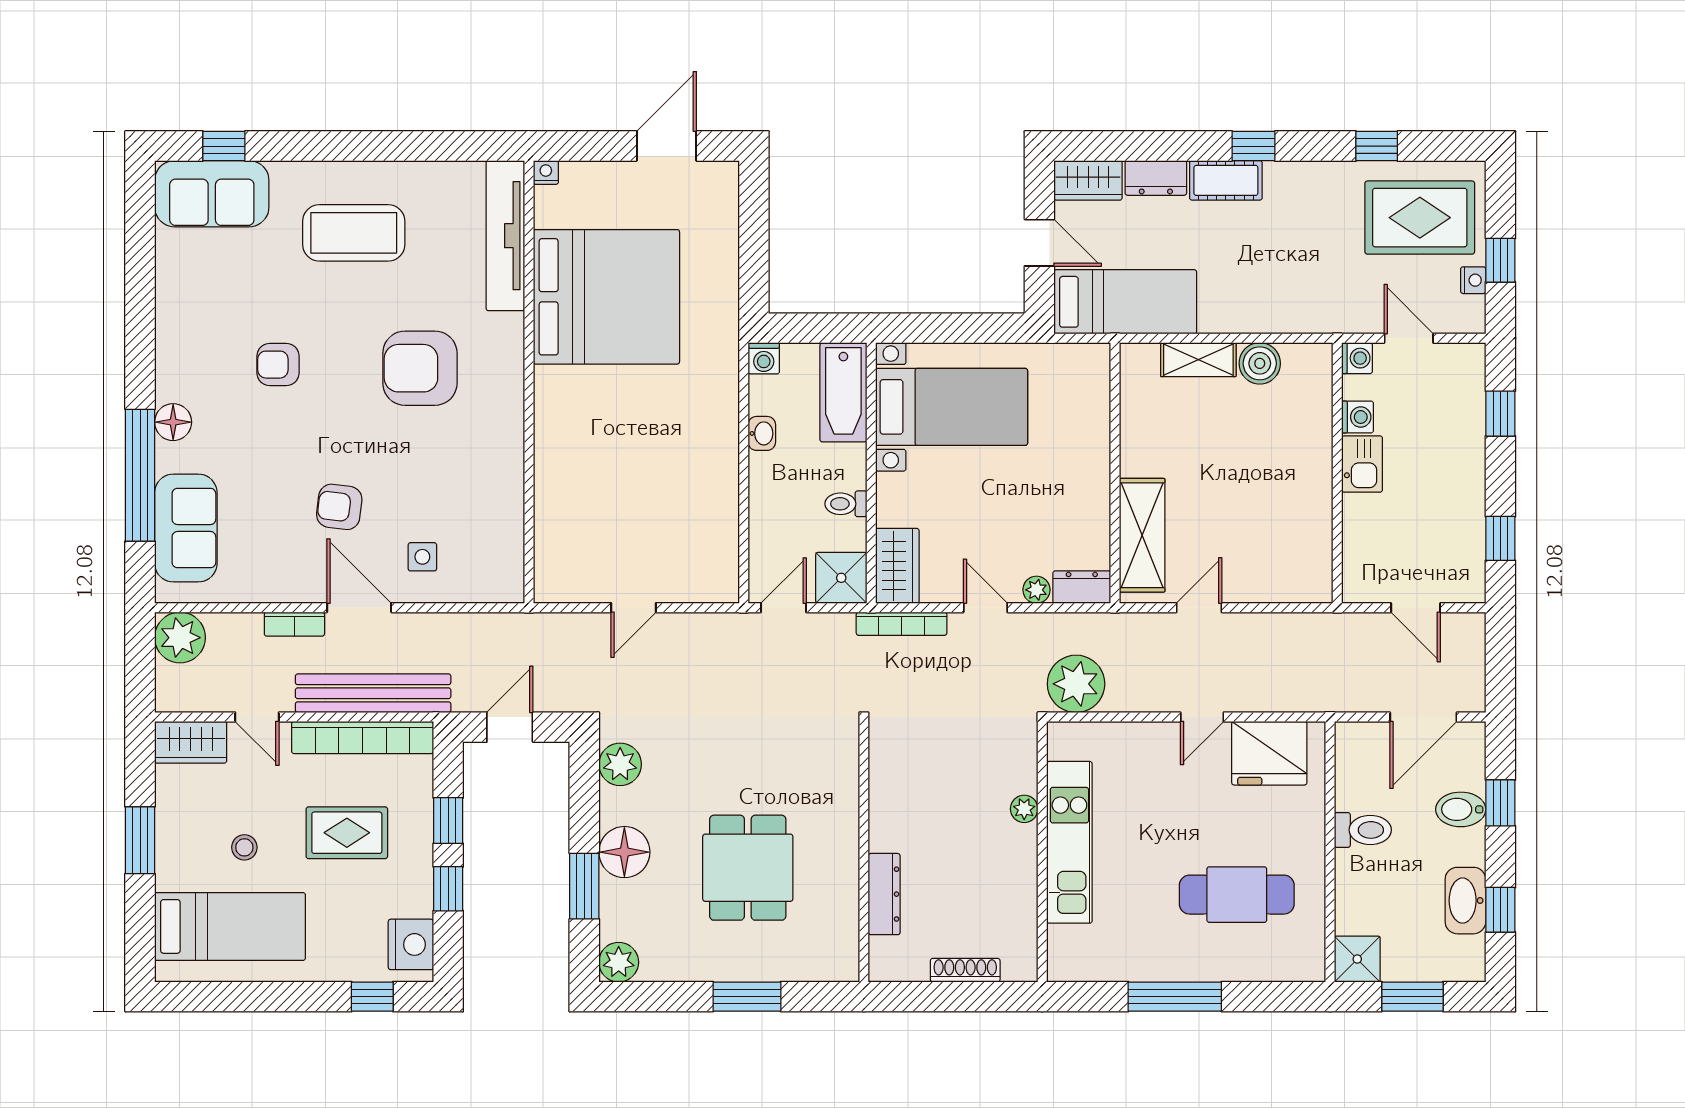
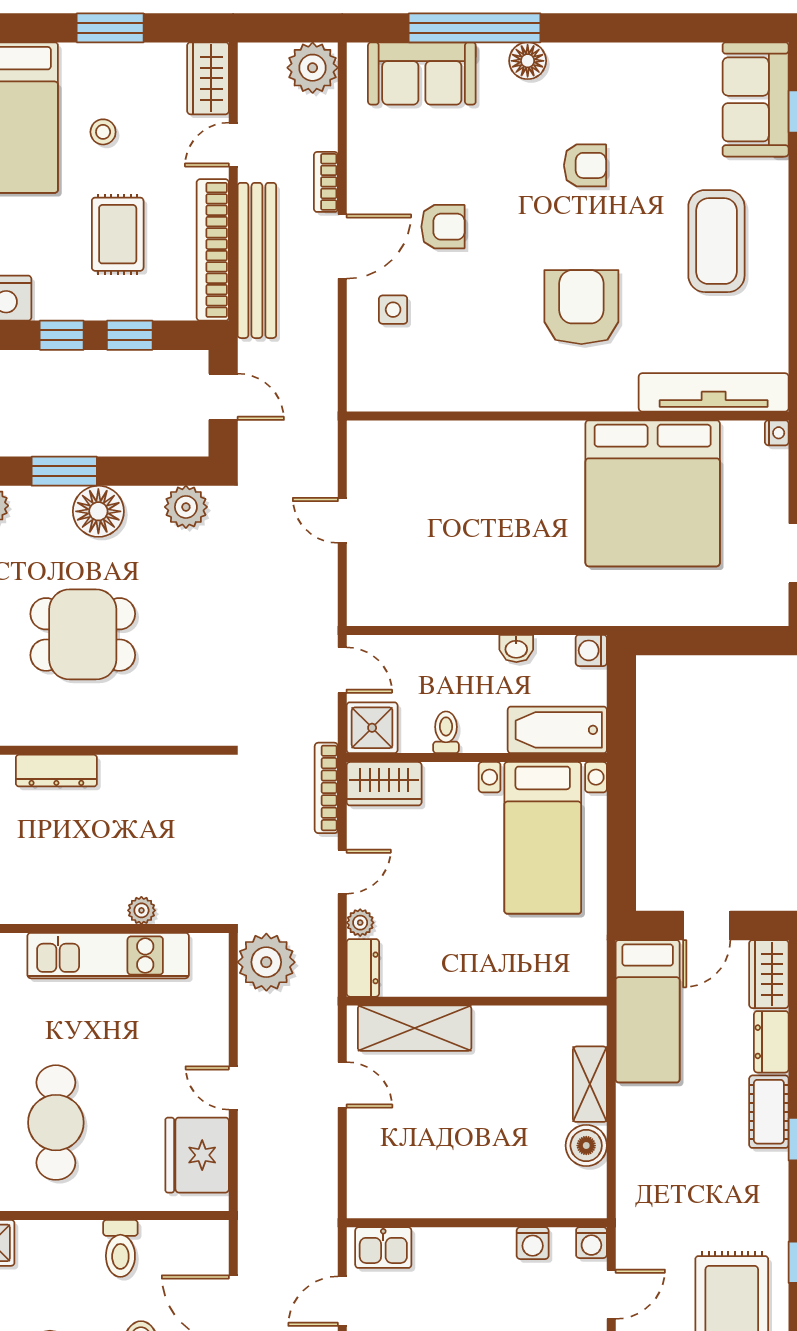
armchair: (278, 365) -> (585, 165), turned 90
kitchen sink: (1362, 464) -> (383, 1248), moved
armchair: (339, 507) -> (443, 227), turned 83

